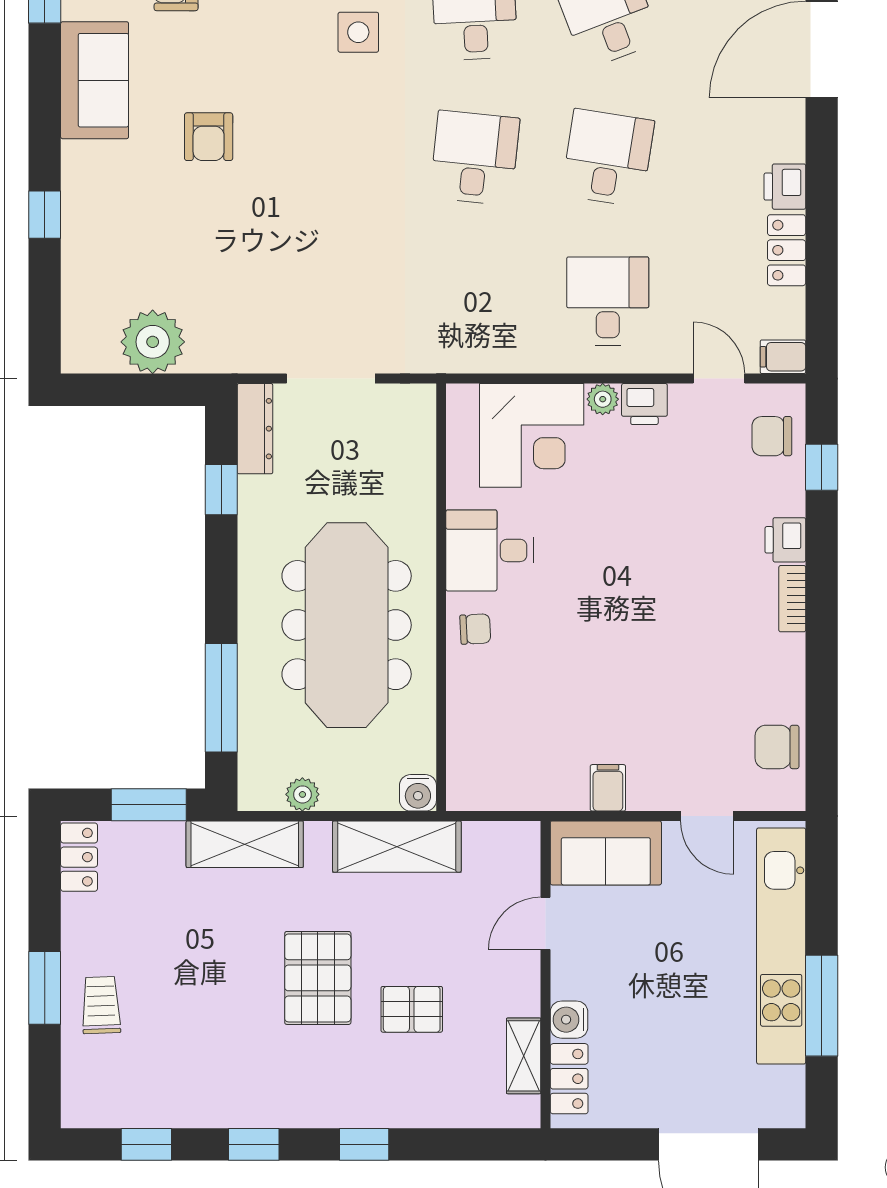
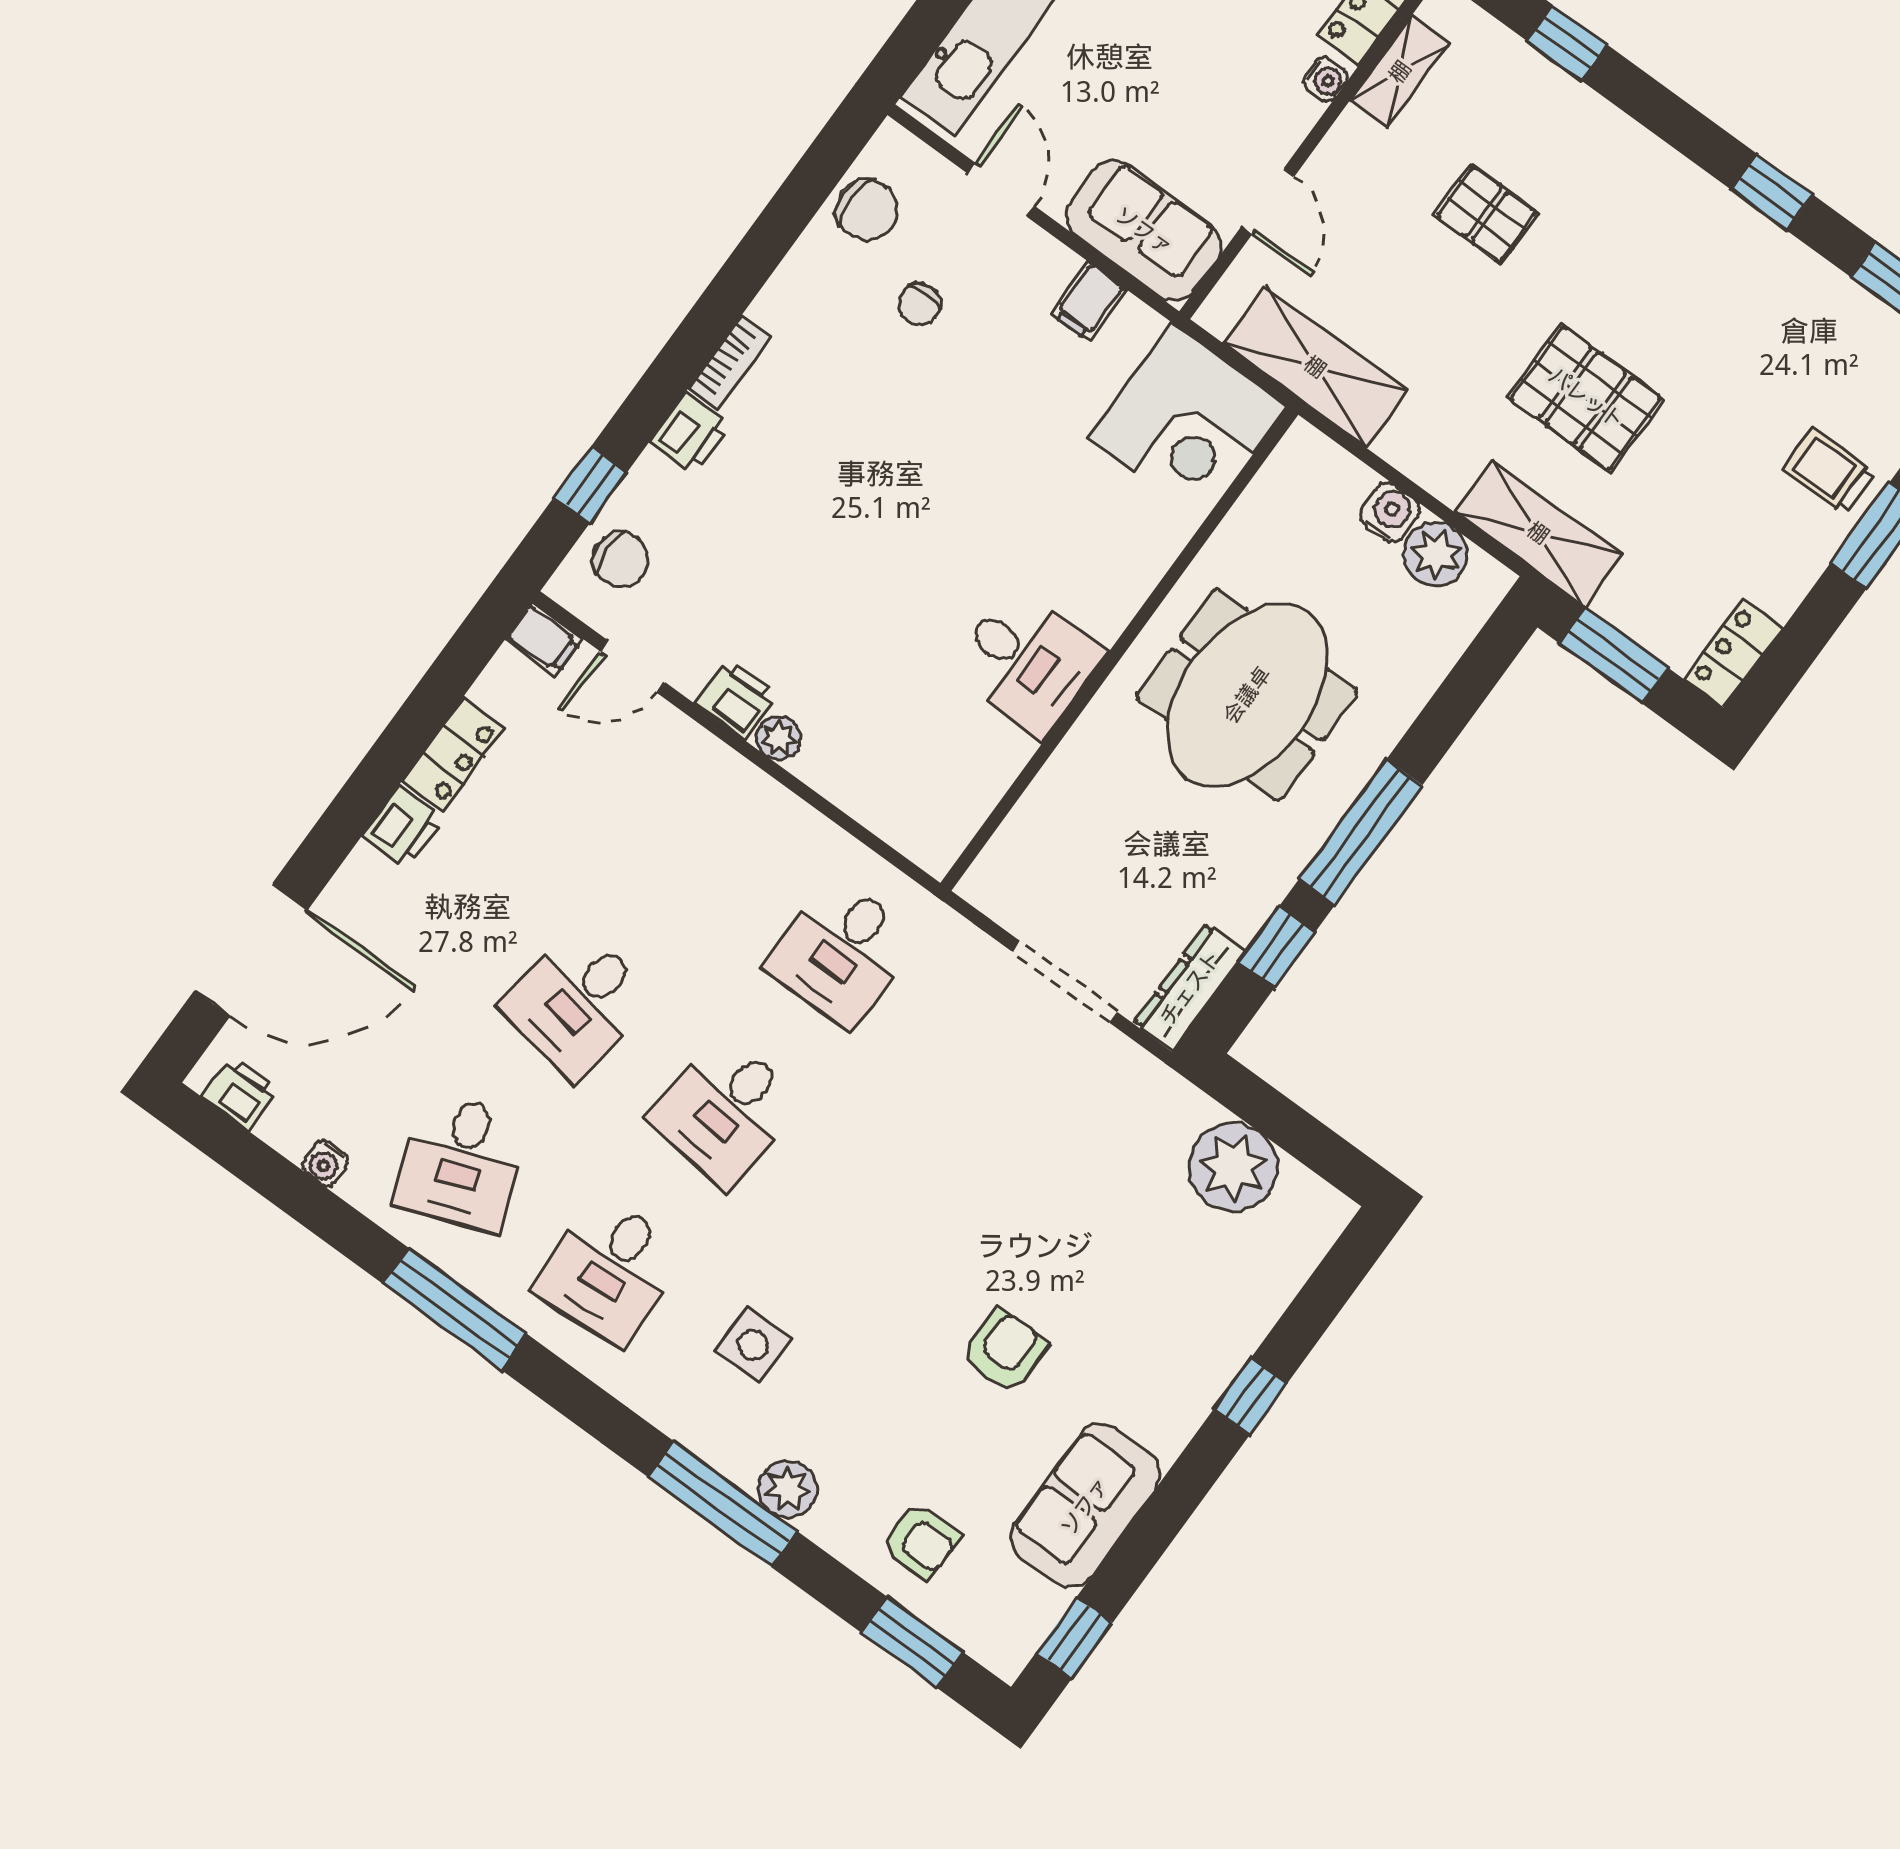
desk: (608, 301) -> (842, 951), moved
door: (719, 379) -> (633, 667), hinge flipped
corner desk: (532, 435) -> (1187, 423), moved, turned 180
meeting table: (347, 625) -> (1247, 695), width x0.73
chair: (475, 629) -> (920, 304), moved, turned -87
window: (221, 698) -> (1360, 832), moved
water cooler: (418, 793) -> (1390, 513), moved
plant: (302, 794) -> (1436, 554), width x1.38, depth x1.38
shelving: (397, 847) -> (1315, 367), moved
door: (546, 923) -> (1268, 201), hinge flipped
pallet: (318, 978) -> (1586, 398), moved, turned 90
trolley: (101, 1005) -> (1829, 471), turned 92
water cooler: (569, 1020) -> (1326, 79), width x0.72, depth x0.72
window: (364, 1144) -> (1567, 43), moved

